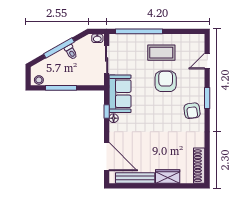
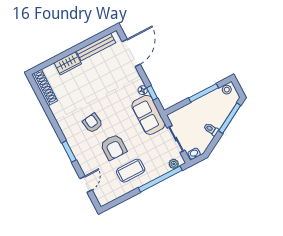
plant: (120, 39) -> (174, 164), added
window: (59, 48) -> (230, 118), moved
armchair: (192, 111) -> (93, 123), moved
door: (107, 157) -> (131, 53), swing flipped

